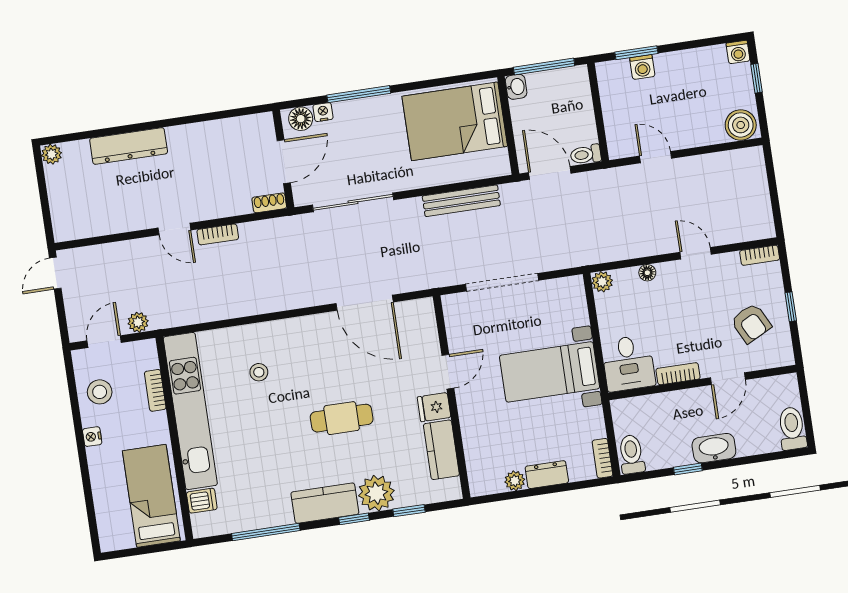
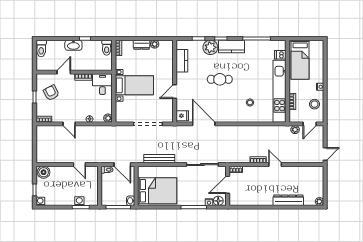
fridge: (434, 407) -> (182, 116), moved

